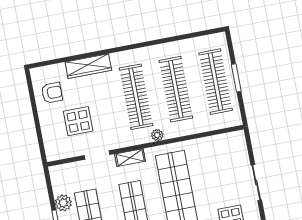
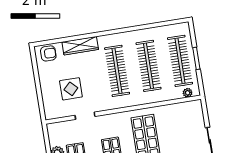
armchair: (52, 93) -> (48, 53), moved
plant: (157, 135) -> (188, 93), moved
shelving: (130, 158) -> (111, 119), removed

